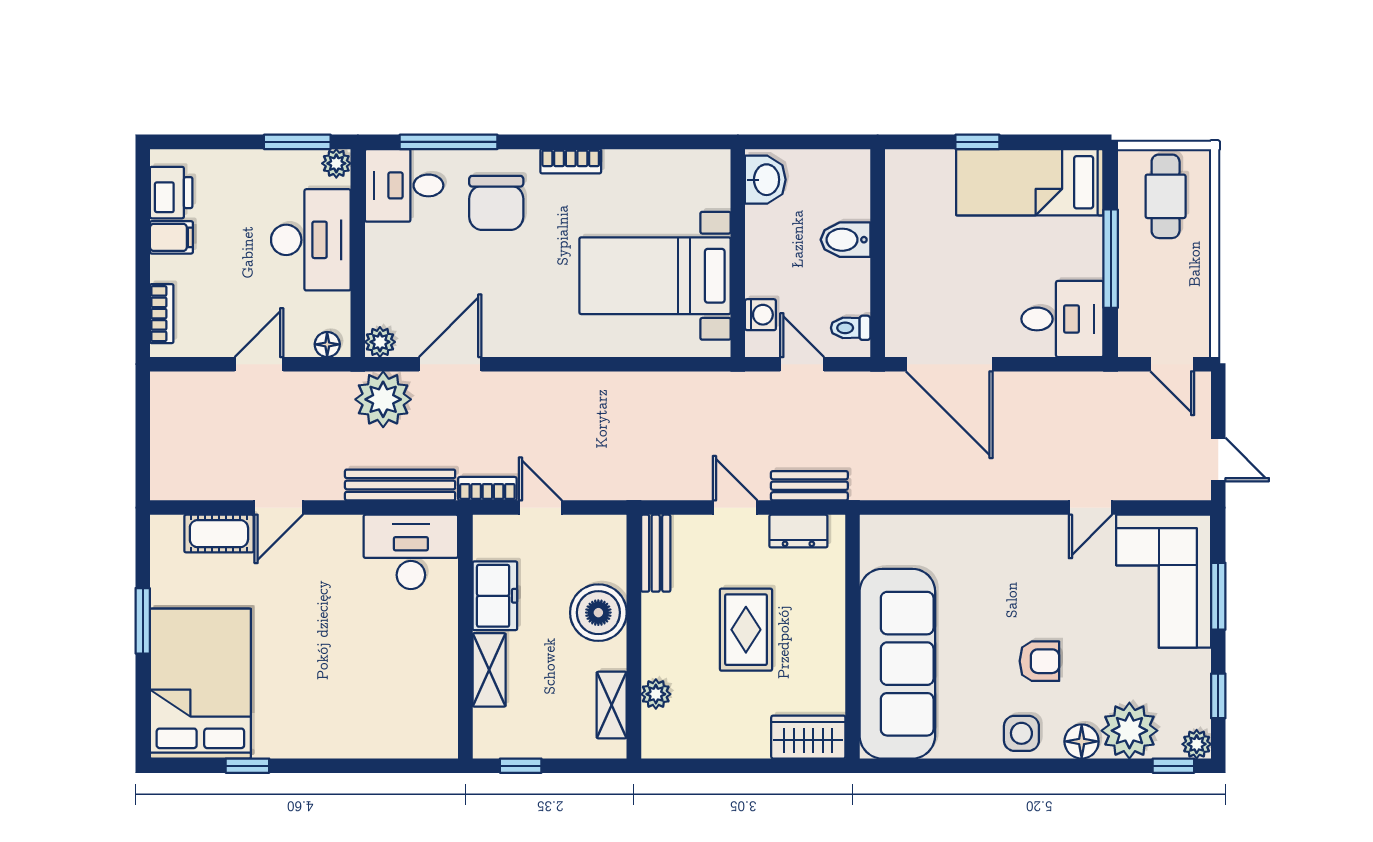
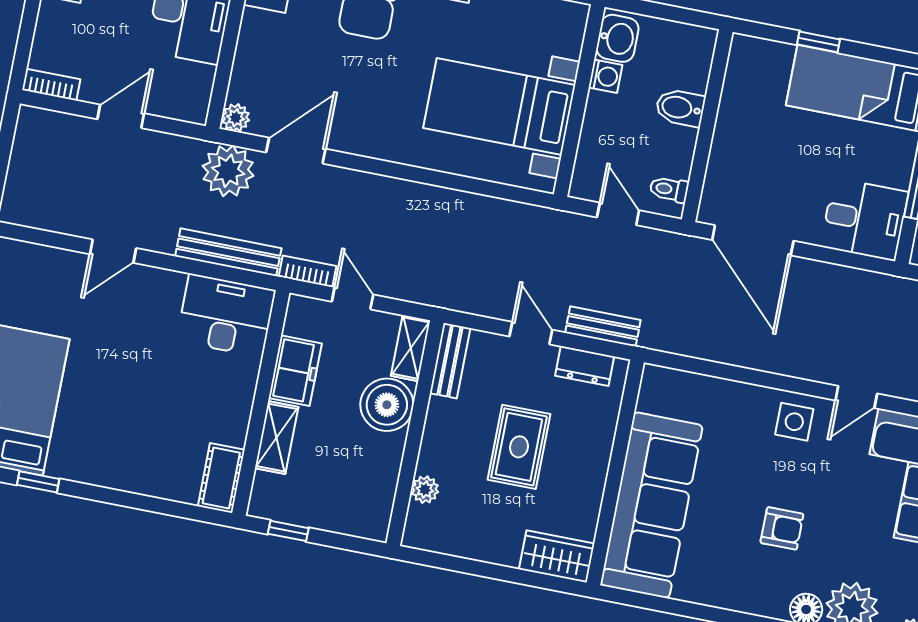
bookcase: (162, 314) -> (51, 85), moved, turned -90
washing machine: (760, 315) -> (605, 76), moved
floor lamp: (327, 344) -> (187, 111), removed
cot: (219, 534) -> (221, 478), moved, turned 90
shelving: (612, 705) -> (411, 348), moved
side table: (1021, 733) -> (794, 422), moved

